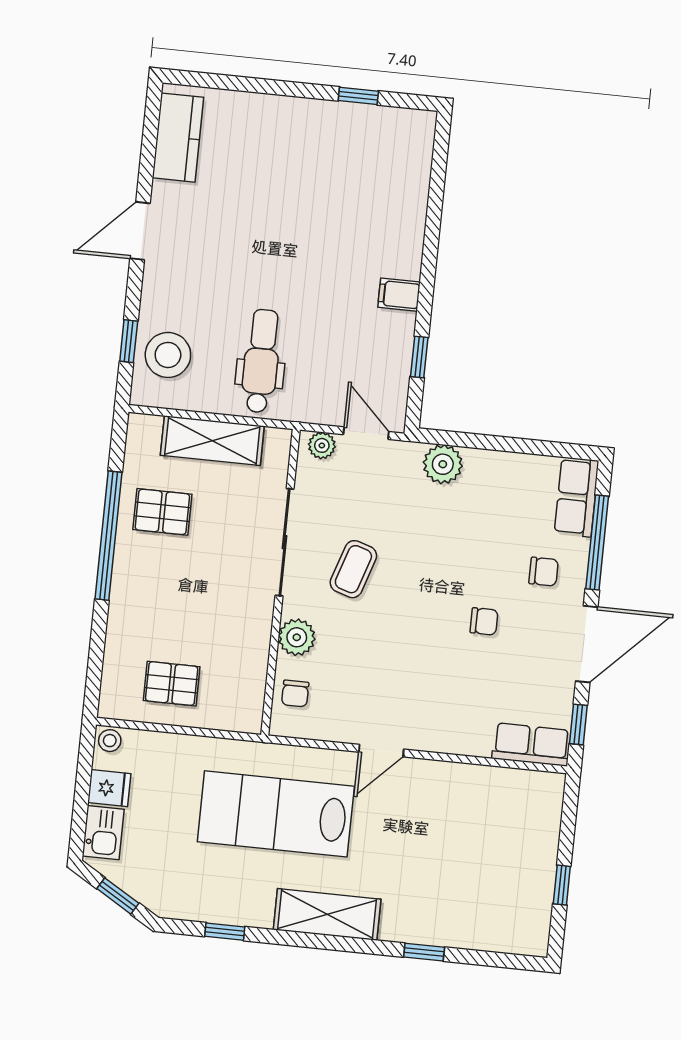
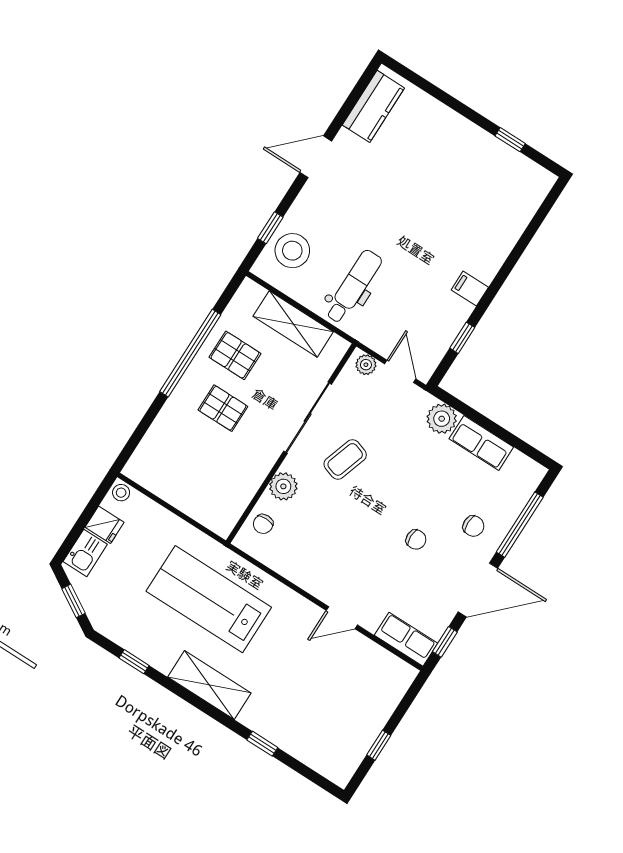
row of seats: (576, 497) -> (481, 443), moved, turned -90
pallet: (172, 684) -> (223, 408), moved
door: (381, 751) -> (342, 618), moved

